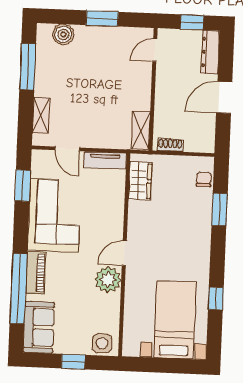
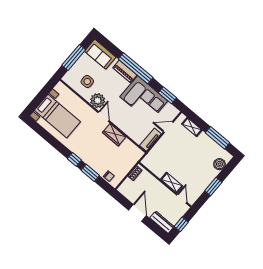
shelving: (141, 130) -> (172, 183), moved
wardrobe: (140, 181) -> (114, 135), moved
window: (18, 289) -> (136, 68), moved
window: (216, 299) -> (74, 159), moved
side table: (102, 343) -> (87, 81), moved
window: (73, 362) -> (74, 58), width x2.17

